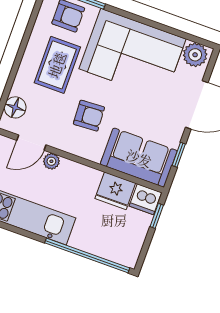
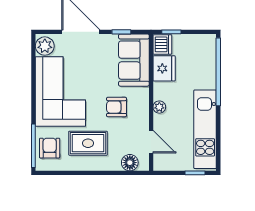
armchair: (89, 116) -> (116, 107), turned -87
plant: (51, 161) -> (159, 107), moved

